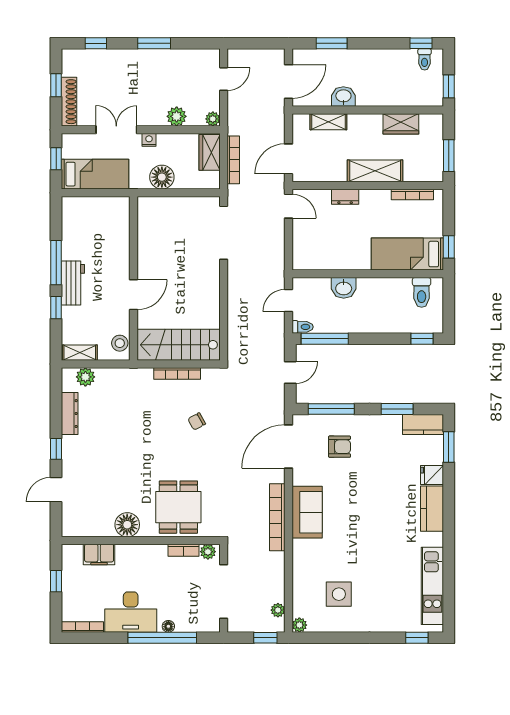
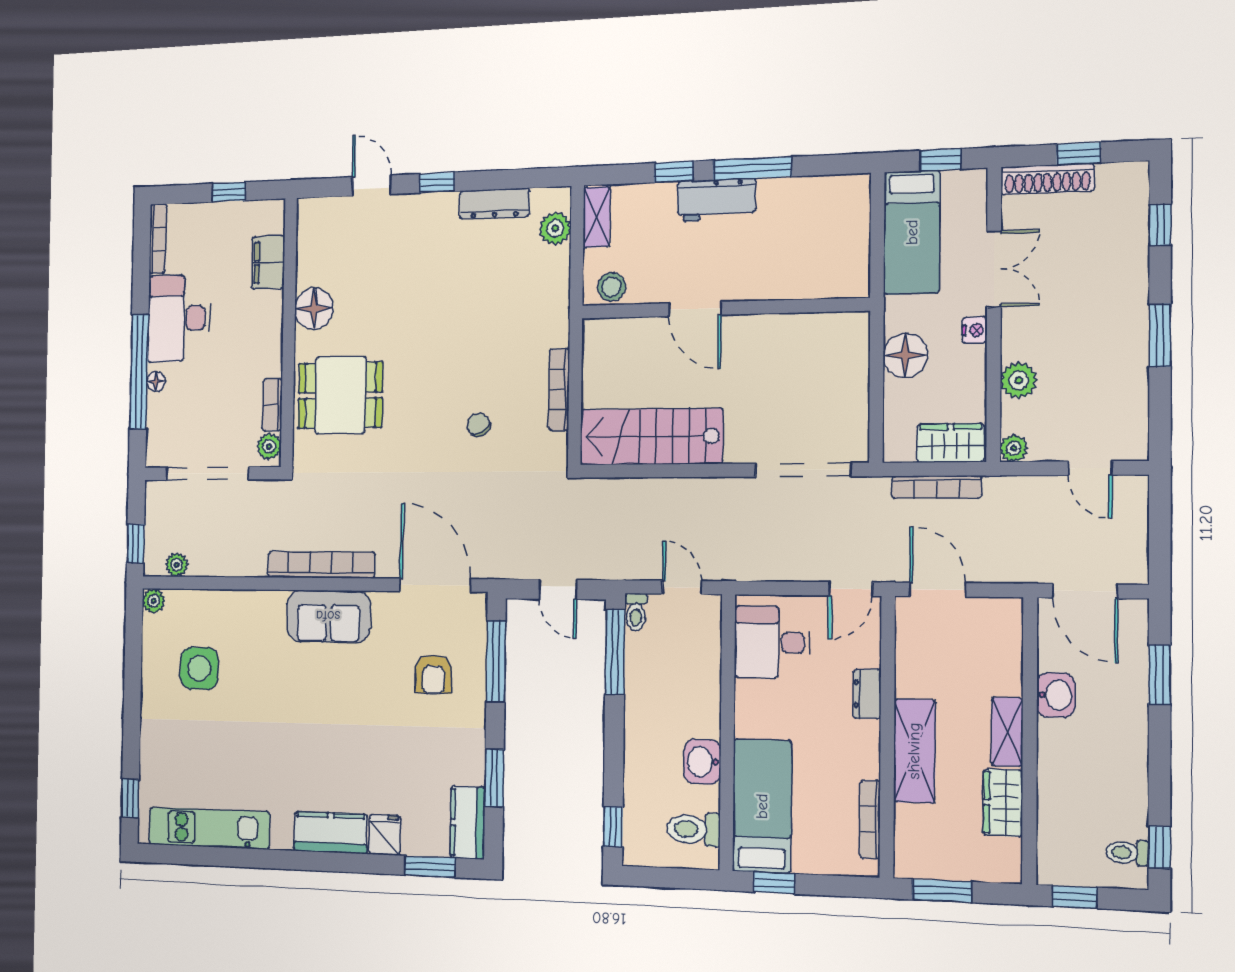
shelving: (328, 122) -> (1007, 732), moved
desk: (318, 249) -> (772, 642), added
washbasin: (344, 288) -> (702, 762), moved
stairs: (178, 345) -> (651, 437), moved, turned -90

